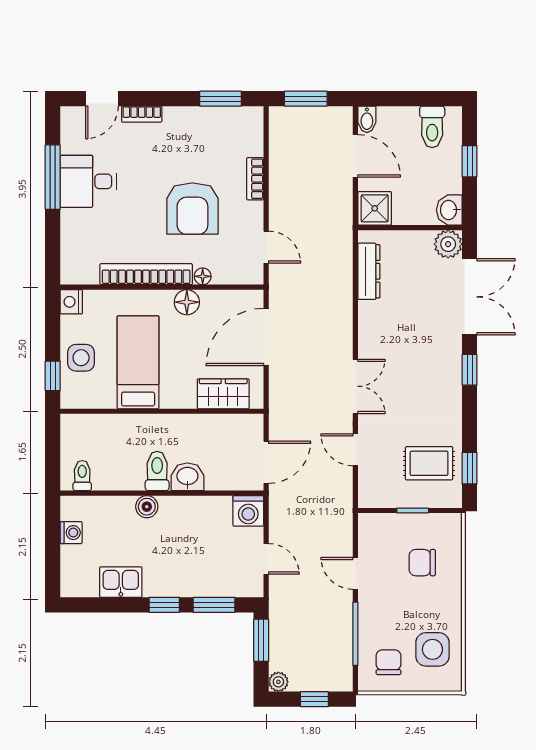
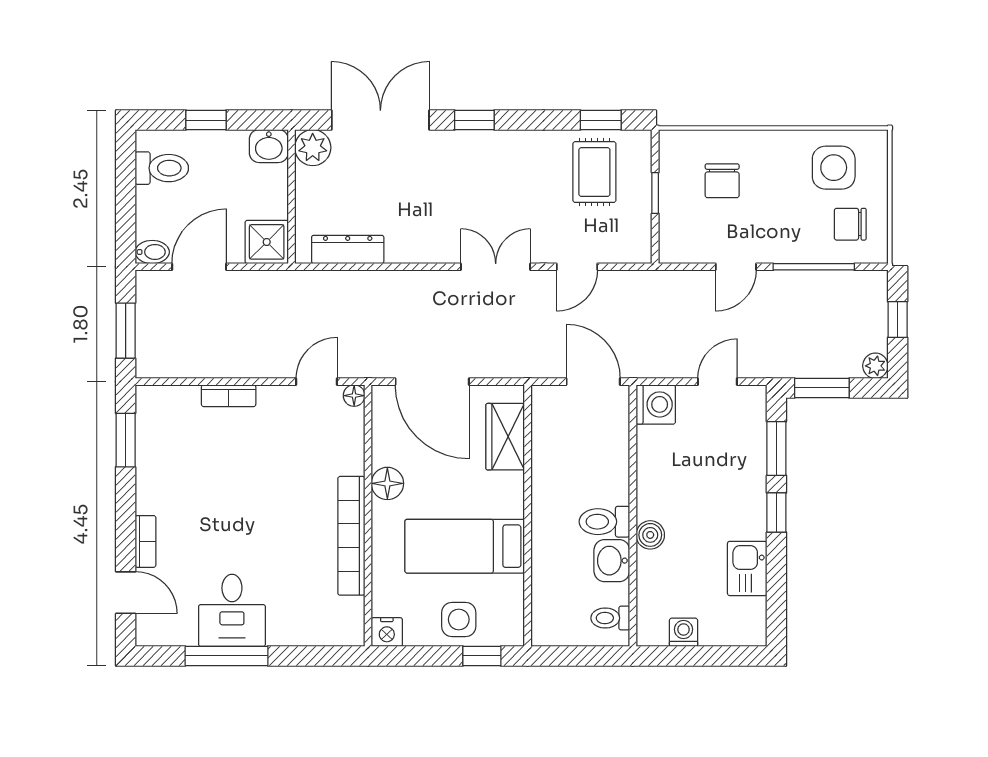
armchair: (192, 209) -> (267, 476), removed
floor lamp: (203, 276) -> (354, 396), moved
washbasin: (187, 477) -> (612, 561), moved

